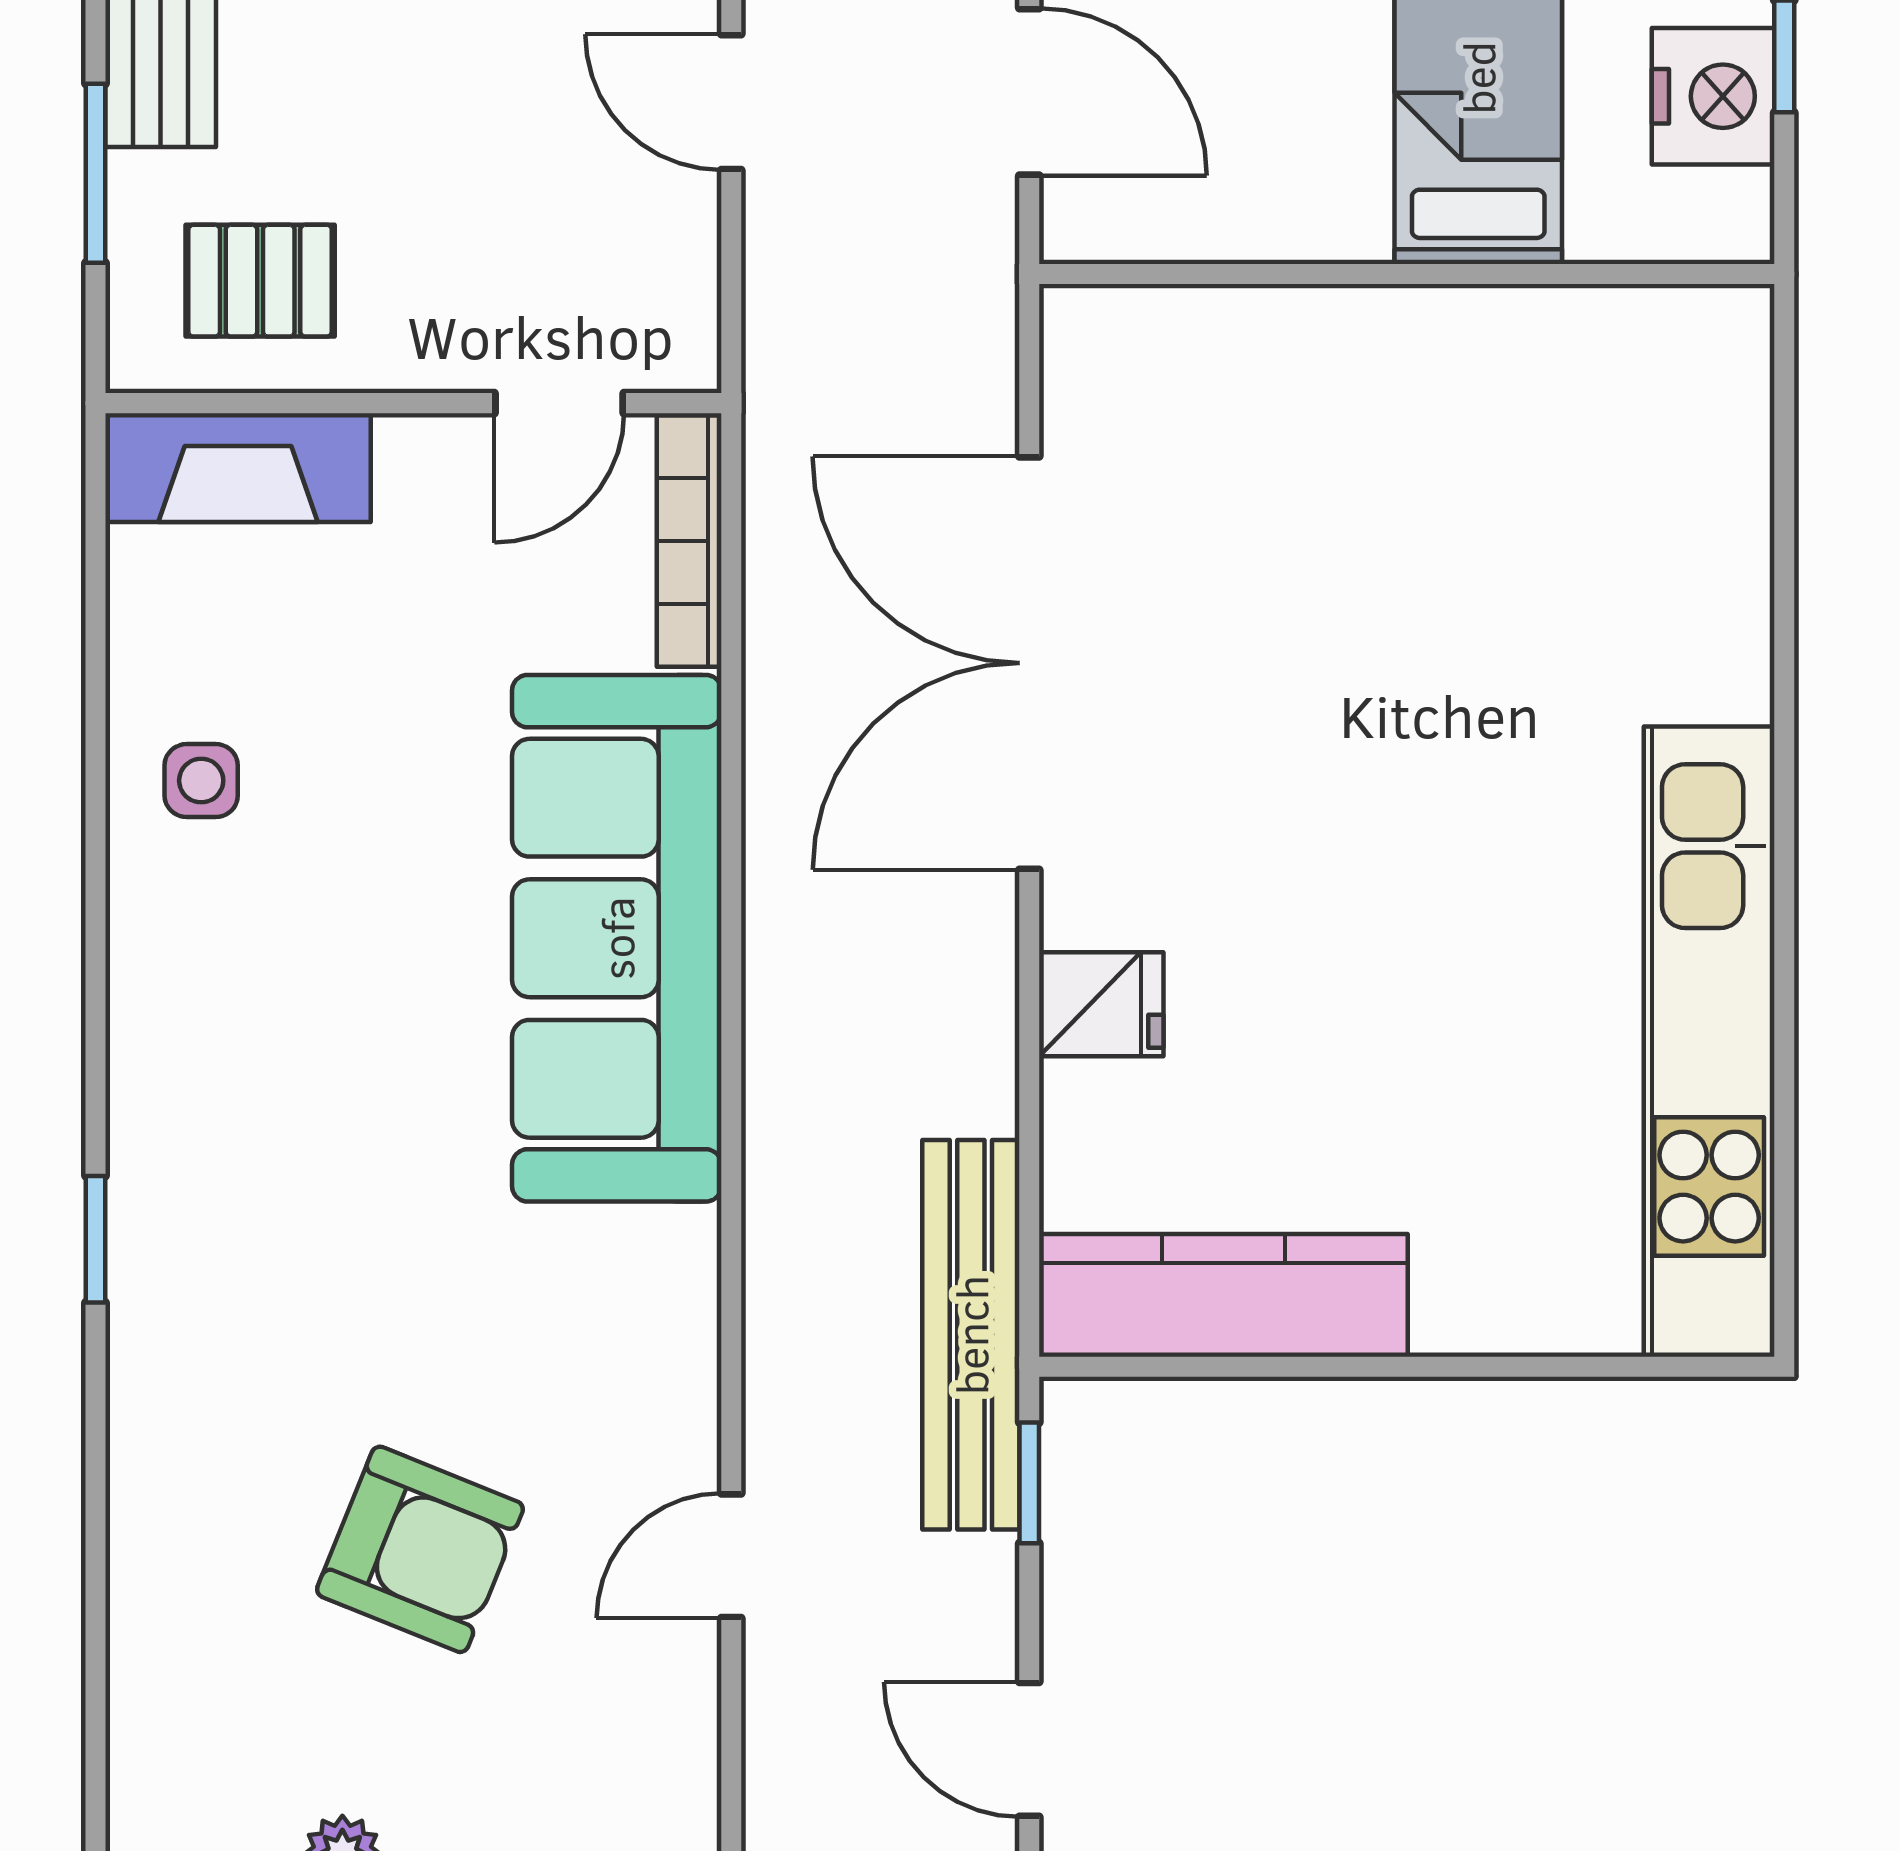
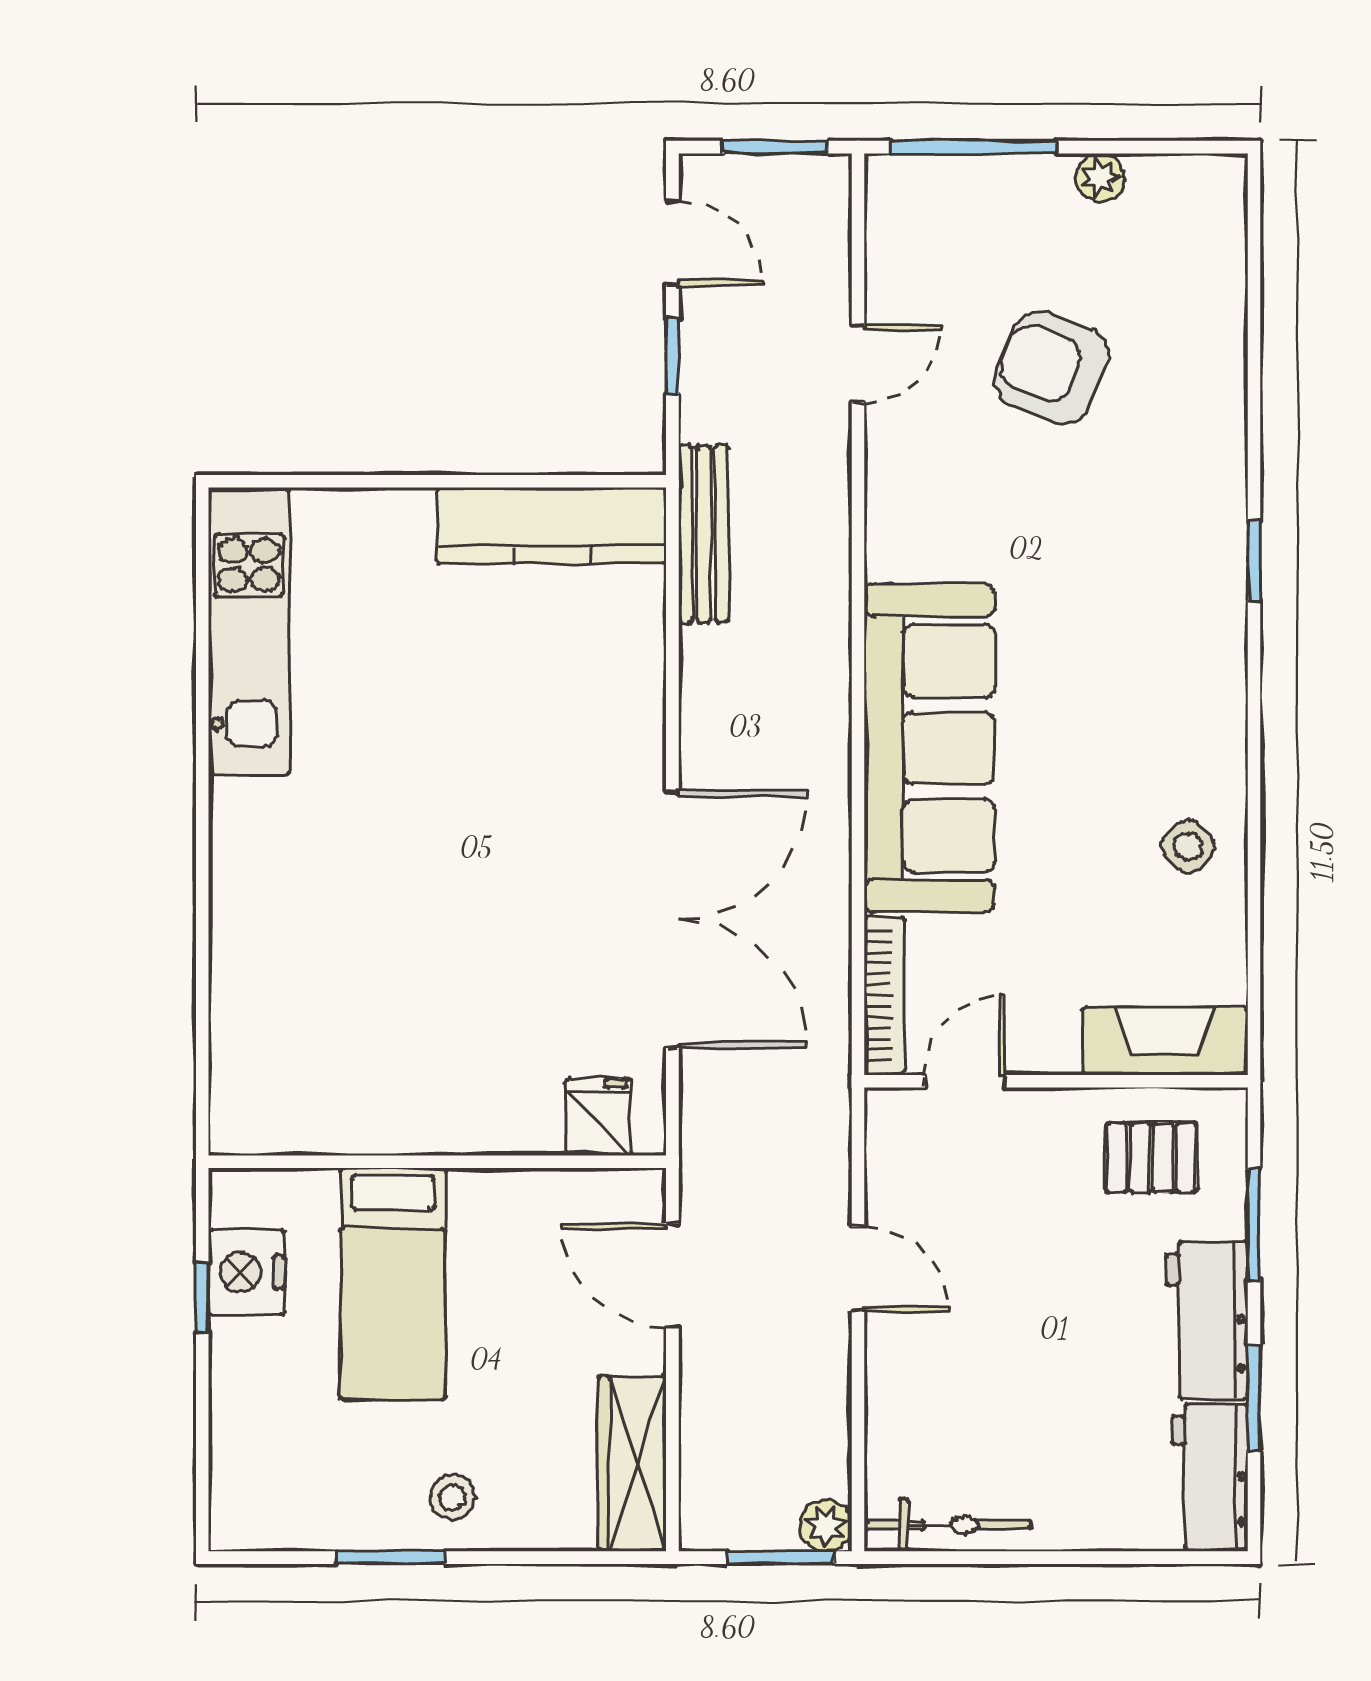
side table: (201, 781) -> (1188, 846), turned 45
fridge: (1101, 1004) -> (599, 1117), moved, turned 90
kitchen unit: (1709, 1042) -> (249, 631), width x0.73
bench: (971, 1335) -> (703, 534), width x0.73, depth x0.82
window: (1029, 1483) -> (672, 356), moved

